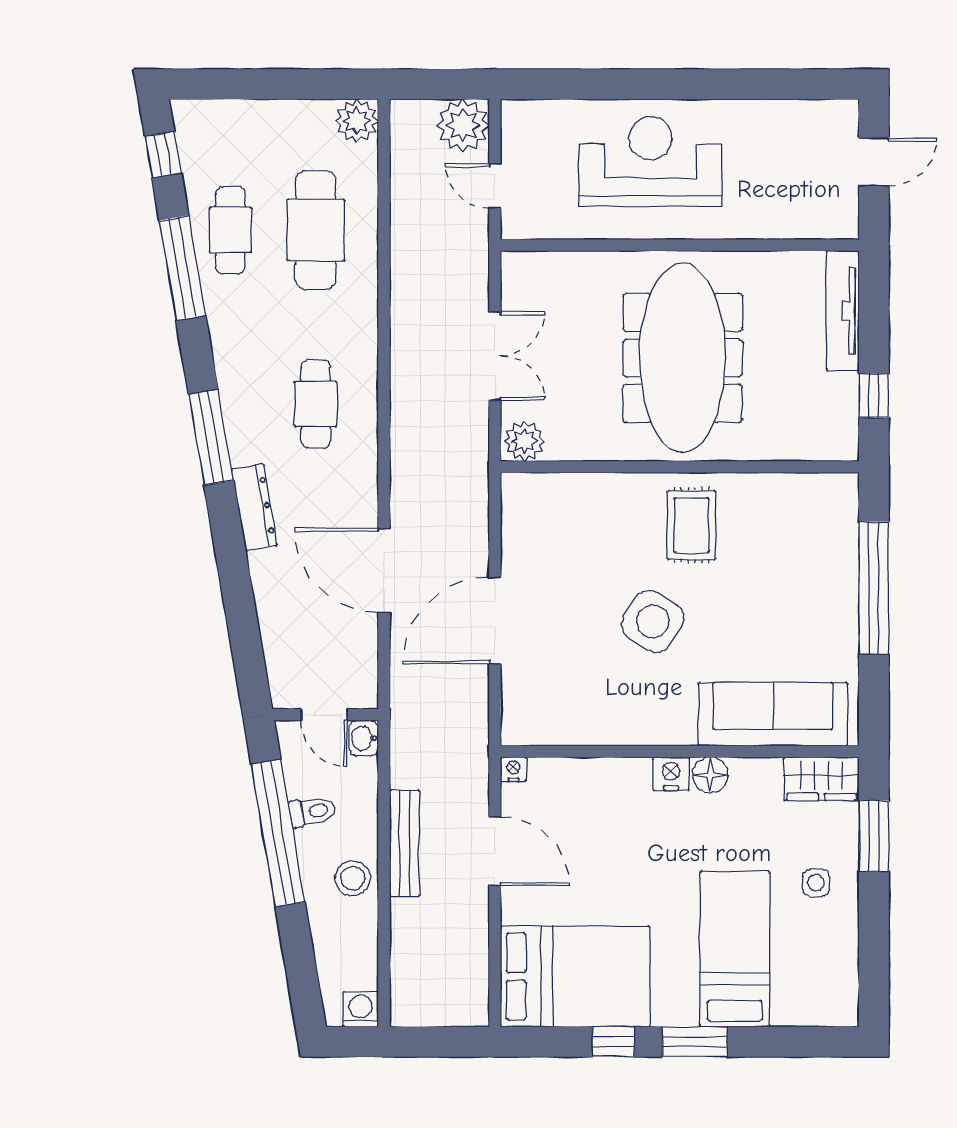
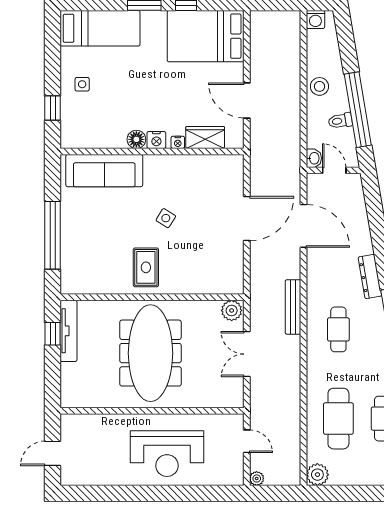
plant: (463, 125) -> (257, 478), width x0.53, depth x0.53
tv unit: (843, 311) -> (68, 331), moved
door: (384, 570) -> (303, 226), moved
side table: (653, 621) -> (166, 218), width x0.54, depth x0.54
nightstand: (513, 769) -> (178, 142), moved
wardrobe: (822, 779) -> (205, 137), moved
window: (874, 836) -> (53, 108), width x0.67
bench: (404, 843) -> (293, 307), moved
bed: (735, 949) -> (100, 28), moved, turned -90

